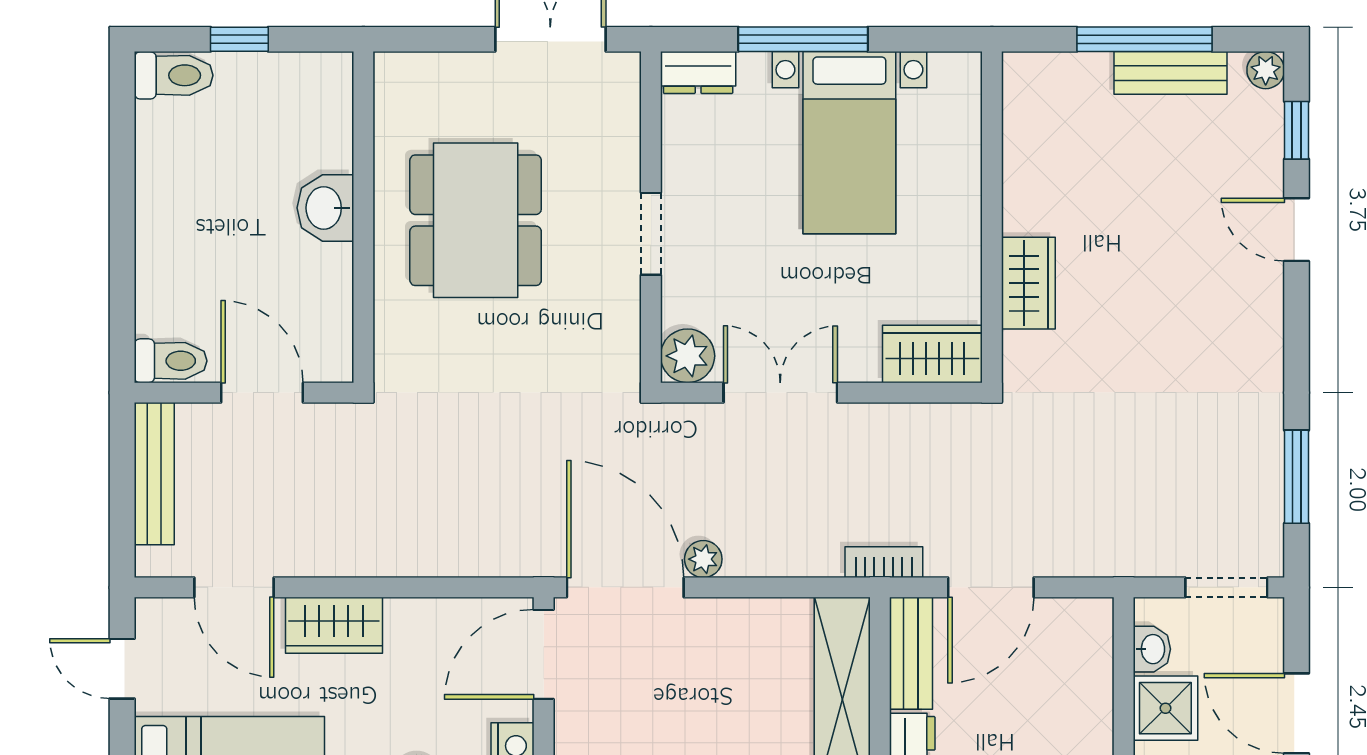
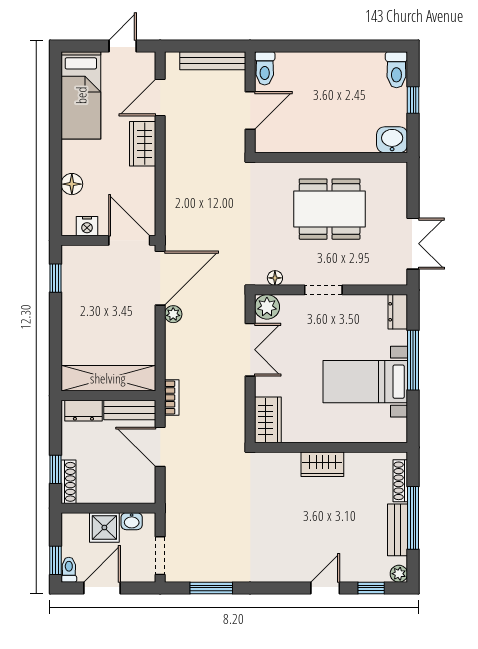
shoe rack: (1064, 67) -> (400, 481), added
washbasin: (325, 208) -> (392, 140), moved
wardrobe: (1028, 283) -> (322, 464), moved
floor lamp: (625, 339) -> (275, 278), added

